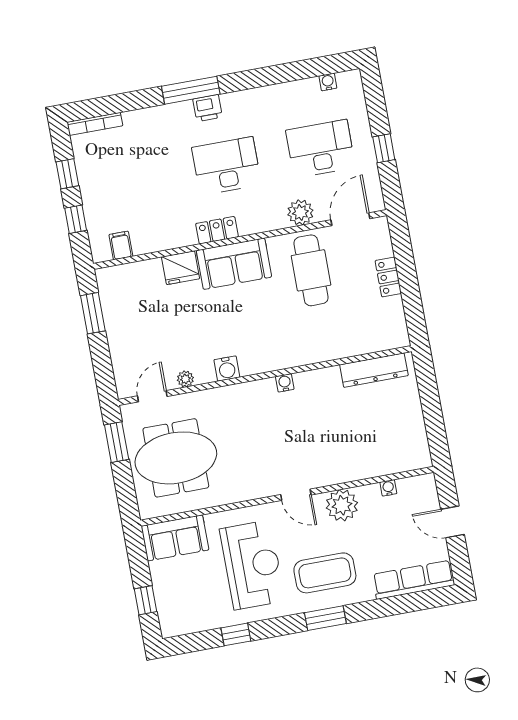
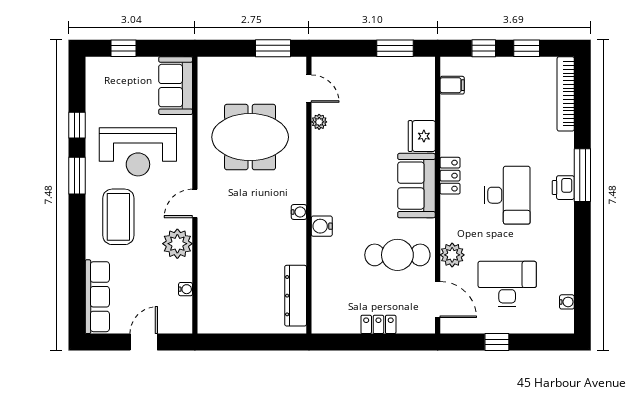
bookcase: (95, 124) -> (566, 94), width x1.48, depth x1.31
desk: (321, 149) -> (507, 284), turned -90
water cooler: (227, 369) -> (322, 226), moved
meeting table: (176, 458) -> (250, 137), moved, turned 90
window: (325, 618) -> (77, 176), moved

